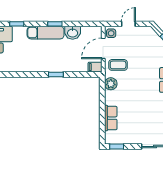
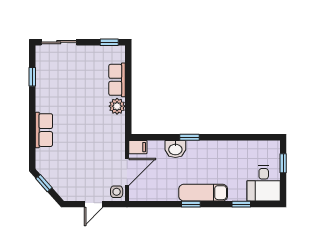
washbasin: (73, 33) -> (175, 149), moved, turned 180
coffee table: (118, 65) -> (107, 150), removed
plant: (111, 84) -> (117, 106), moved

